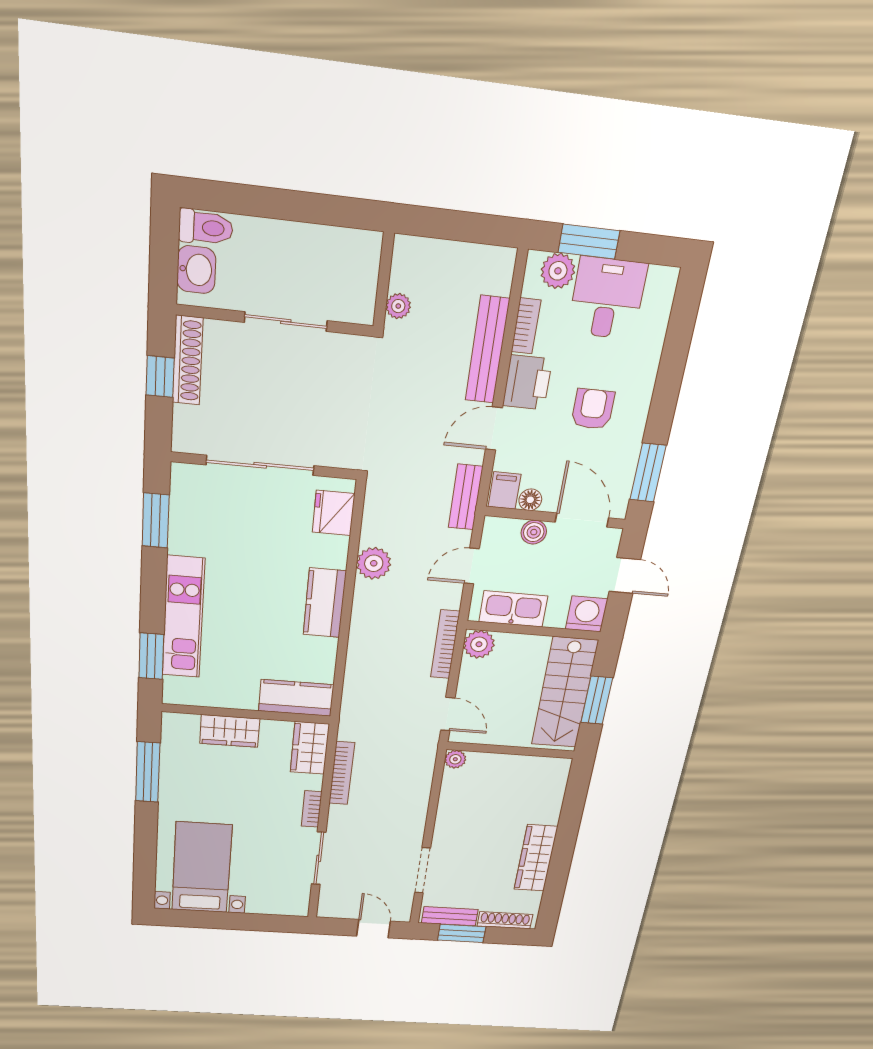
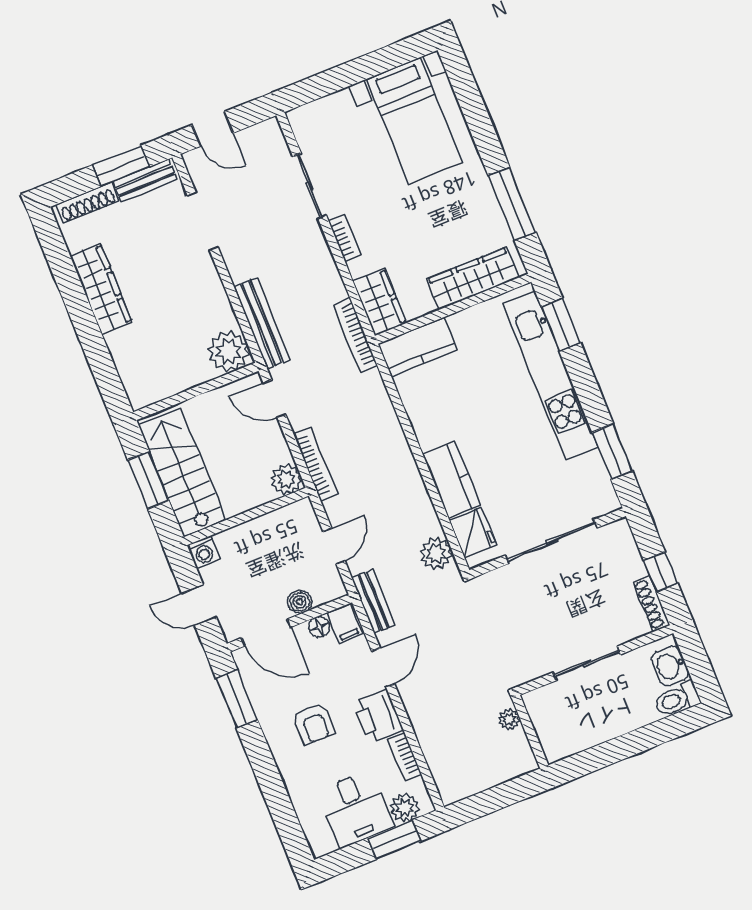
bench: (487, 350) -> (262, 323), moved
shoe rack: (188, 361) -> (652, 604), width x0.74, depth x0.81
plant: (374, 563) -> (436, 553), moved
kitchen counter: (325, 603) -> (451, 480), moved
kitchen sink: (513, 609) -> (276, 527), removed
washing machine: (587, 614) -> (203, 552), width x0.73, depth x0.73
kitchen unit: (183, 618) -> (551, 375), width x1.36
wardrobe: (230, 731) -> (472, 278), width x1.50
plant: (455, 759) -> (229, 352), width x1.88, depth x1.88
bookcase: (342, 773) -> (355, 335), moved

